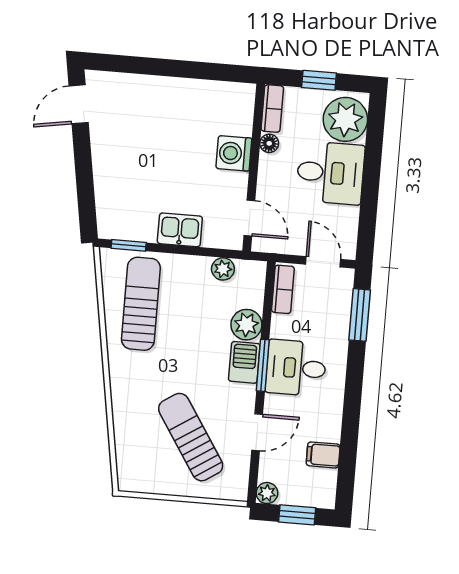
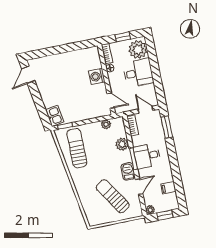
kitchen sink: (180, 230) -> (55, 116), moved, turned 81
barbecue: (244, 362) -> (128, 171), moved

